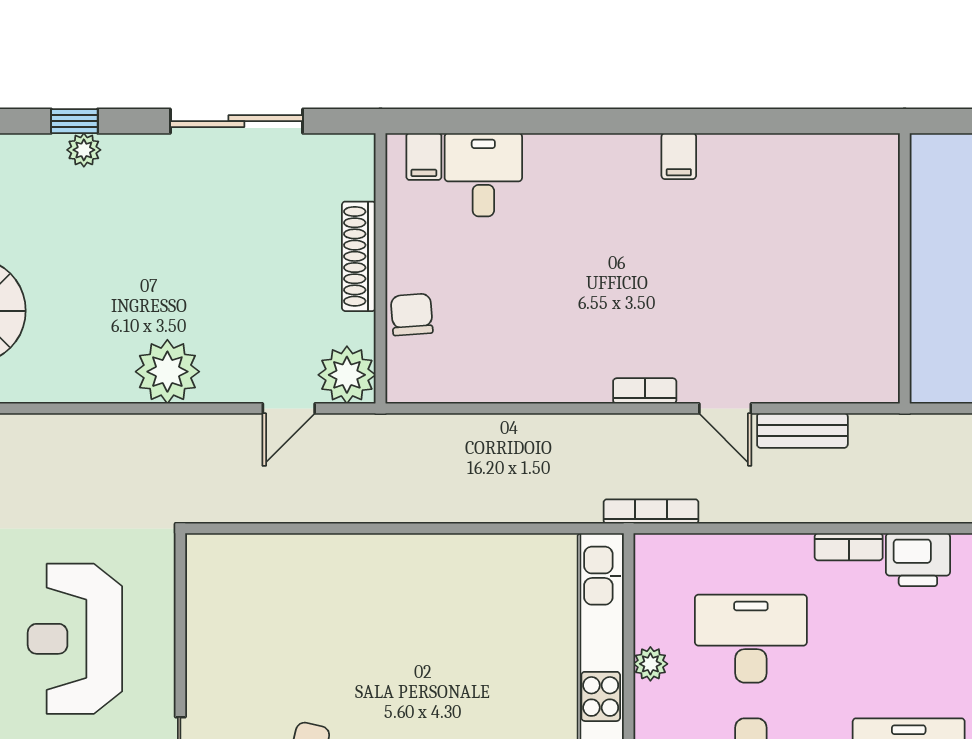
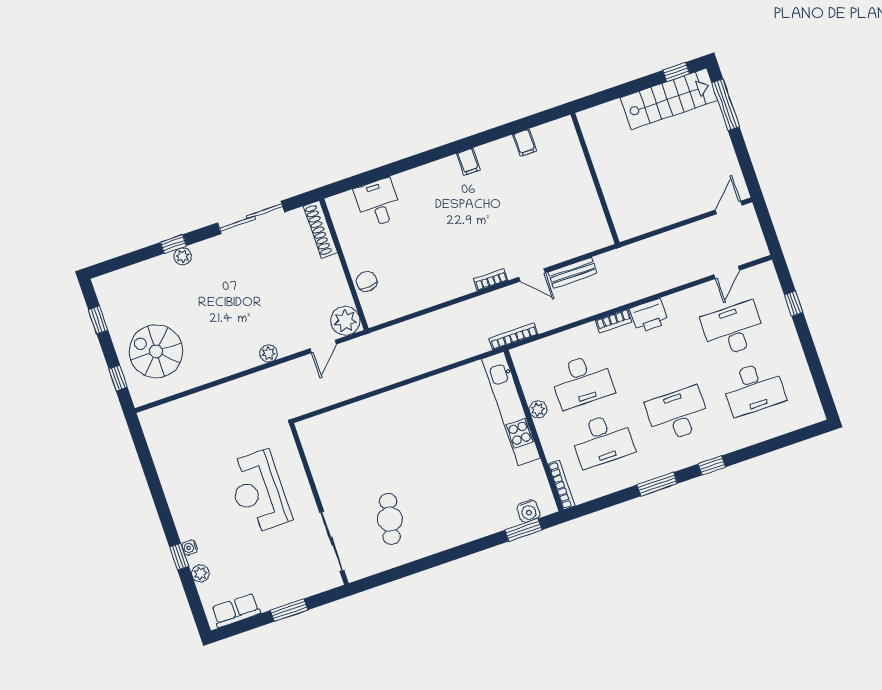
filing cabinet: (424, 156) -> (525, 143), moved
shoe rack: (359, 256) -> (320, 229), moved
plant: (167, 372) -> (269, 353), width x0.53, depth x0.53
desk: (751, 639) -> (582, 381), turned 180

